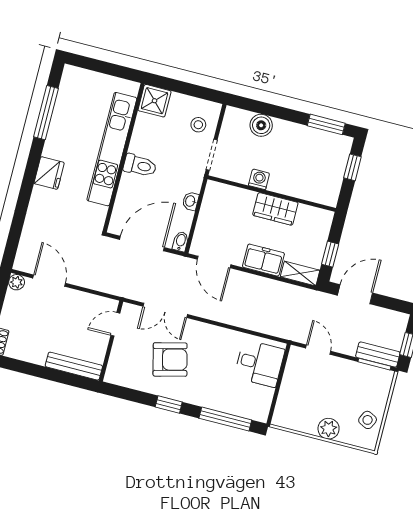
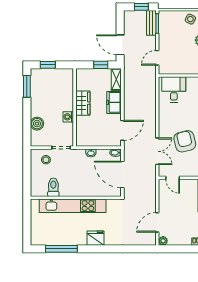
shower: (155, 101) -> (39, 188), removed
toilet: (140, 166) -> (53, 187), moved

